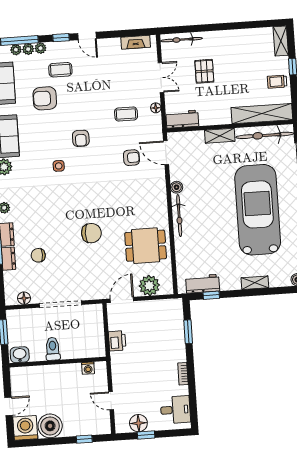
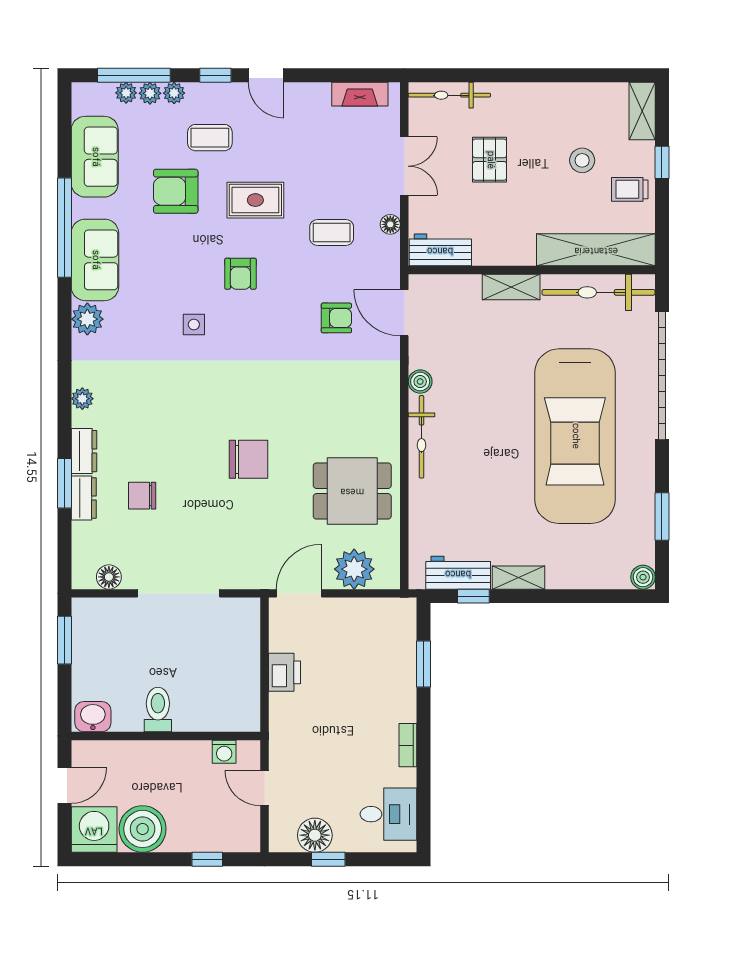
stool: (252, 68) -> (582, 160), added
rug: (86, 100) -> (255, 200), added
car: (258, 210) -> (575, 436), turned 180
shelving: (255, 283) -> (519, 578), moved
toilet: (53, 349) -> (158, 709), moved
washbasin: (20, 355) -> (93, 717), moved
wall: (58, 362) -> (166, 736), moved
washing machine: (88, 368) -> (224, 752), moved

